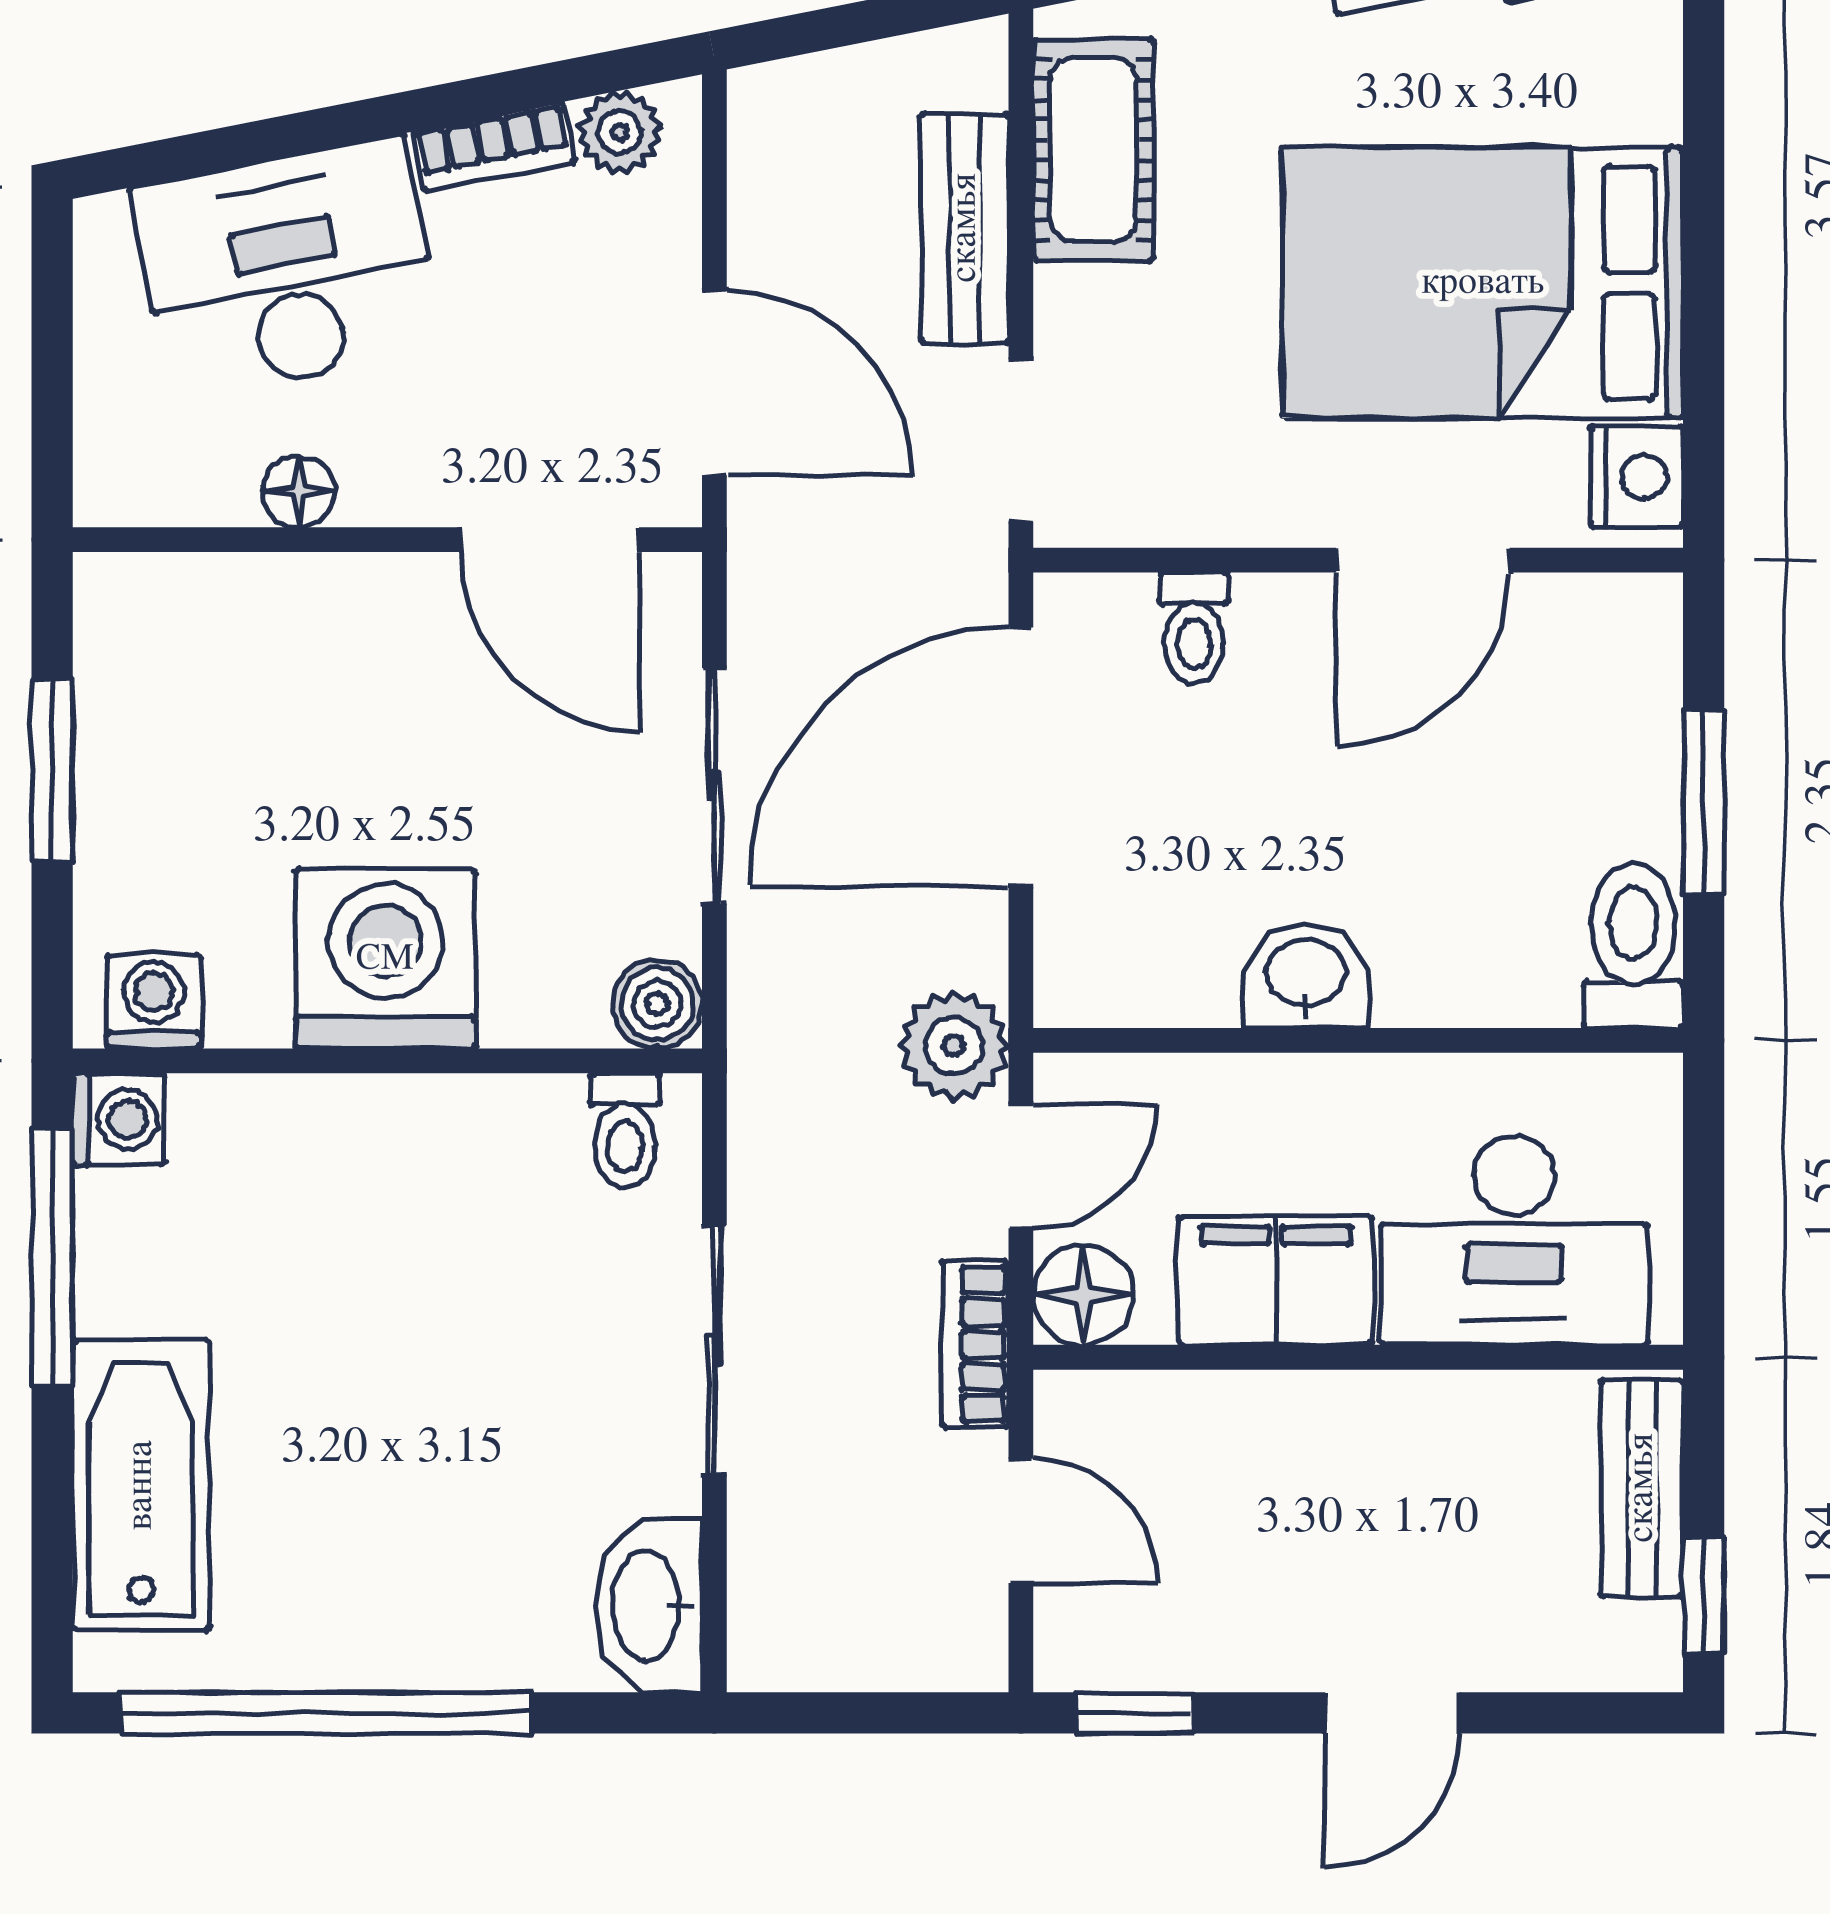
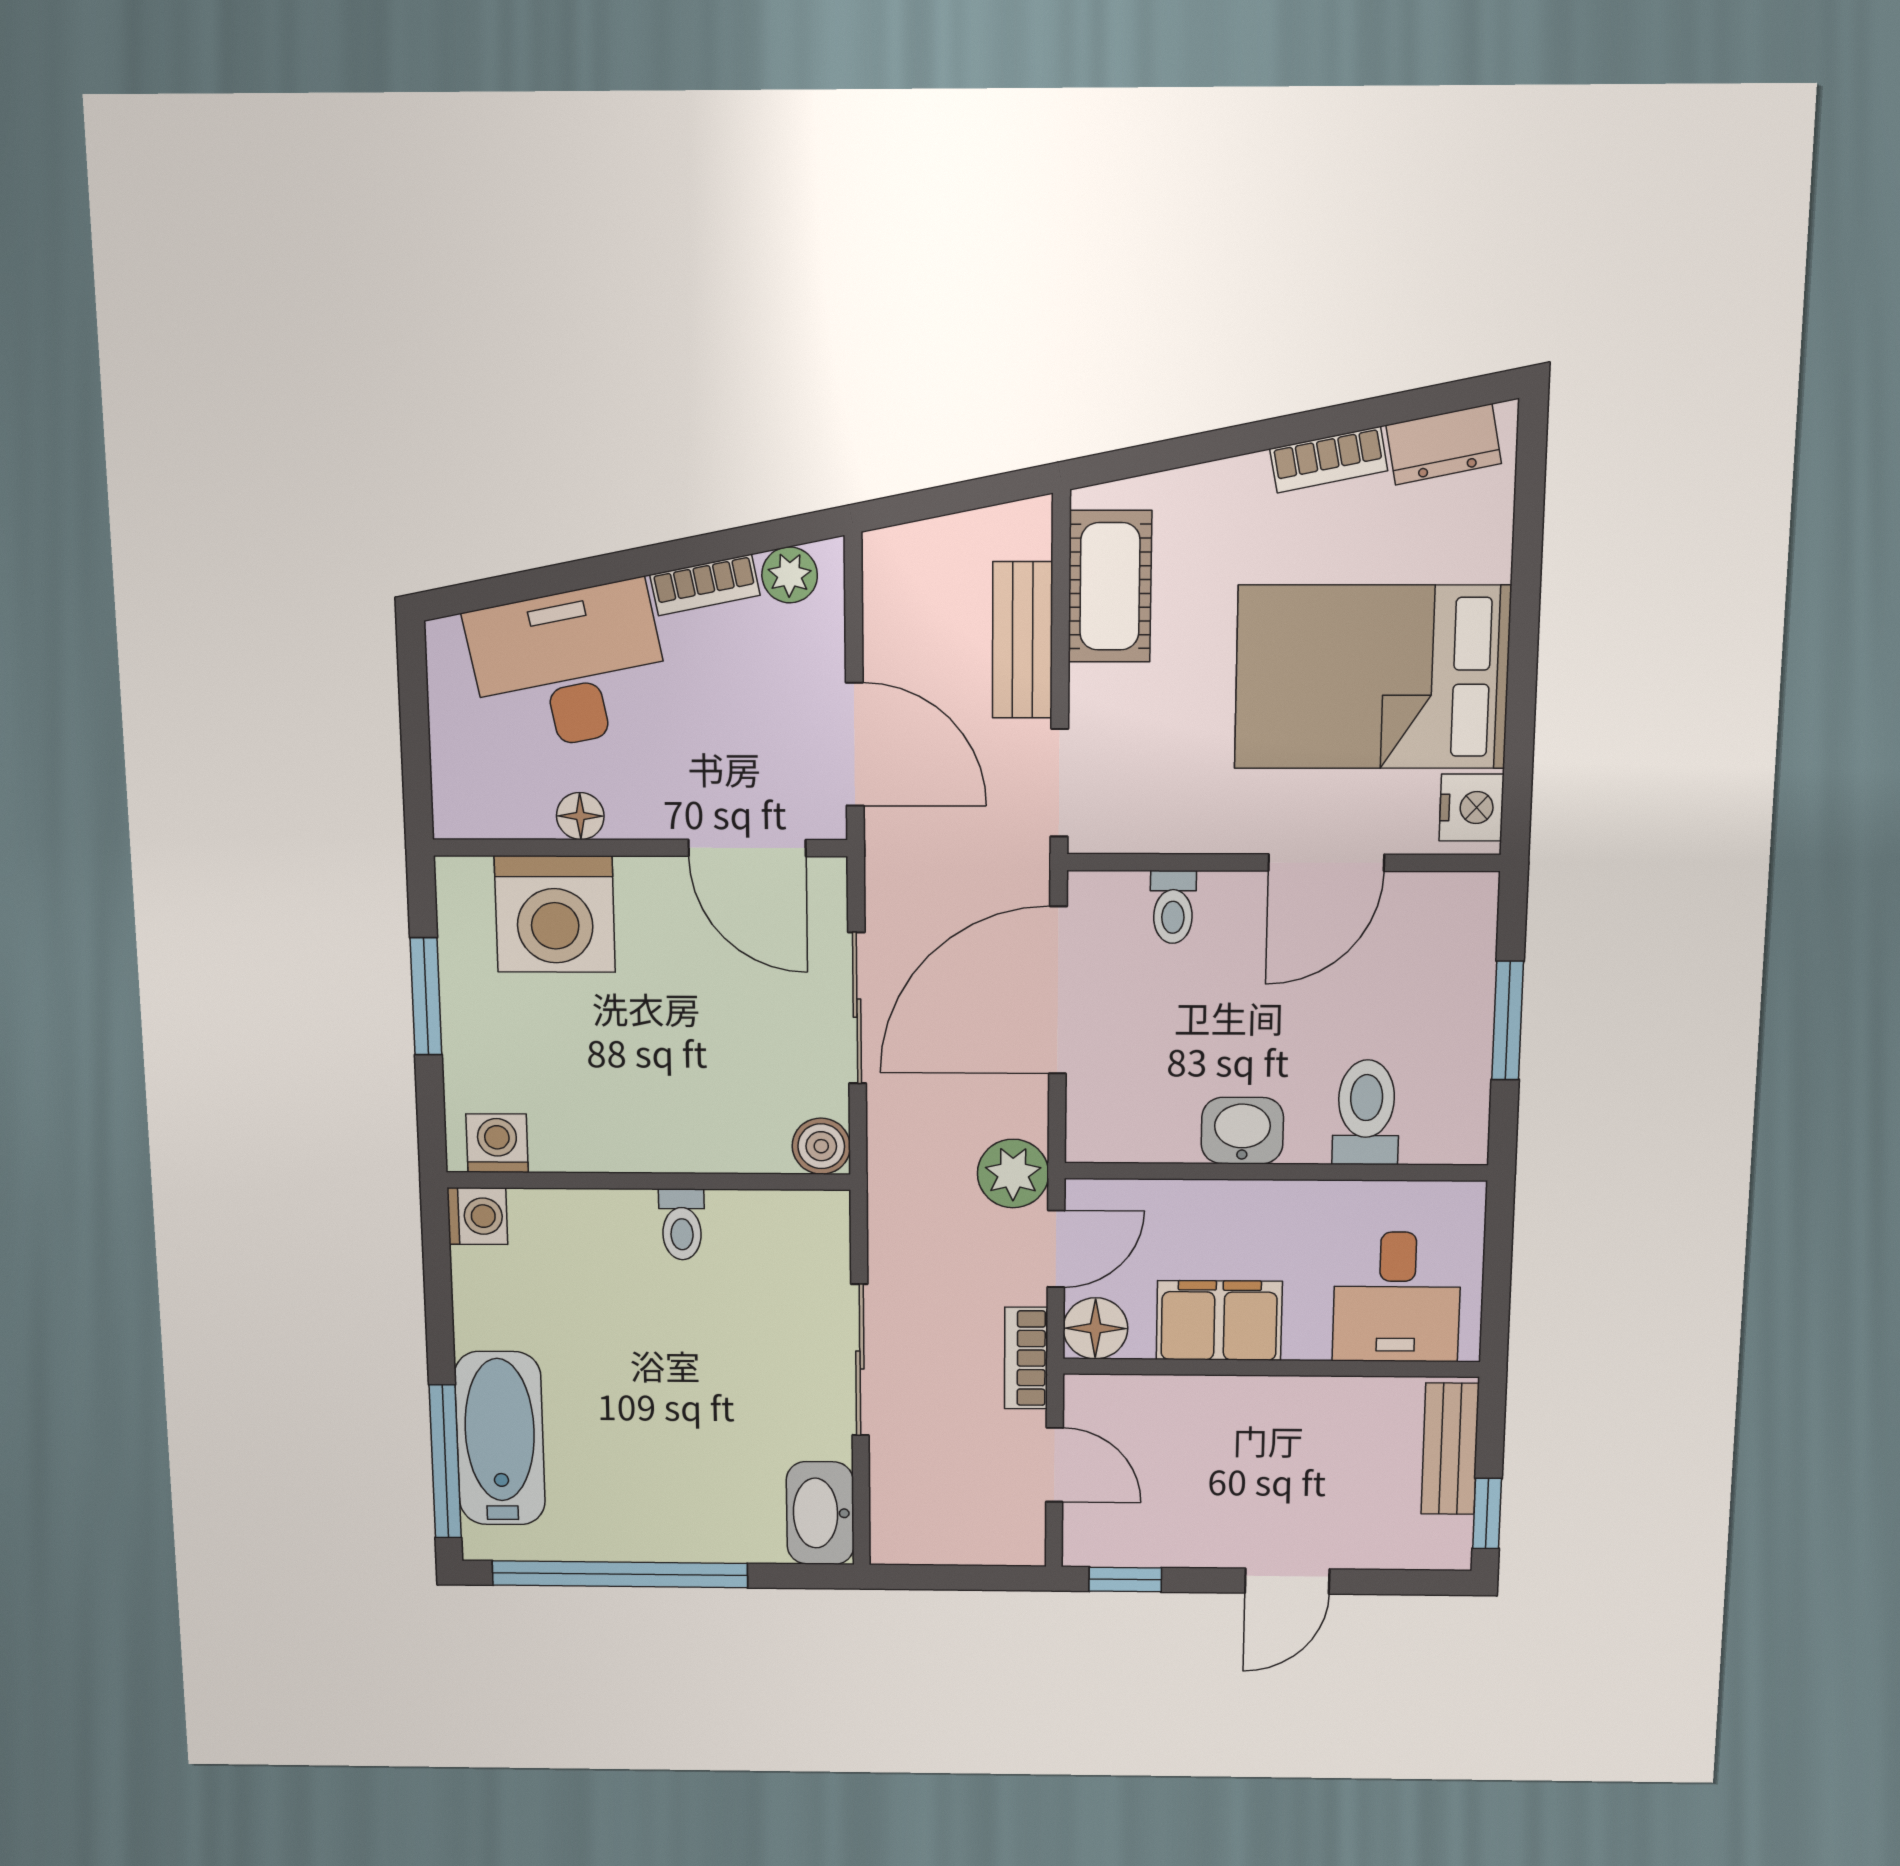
toilet: (1633, 946) -> (1366, 1112), moved
washing machine: (385, 959) -> (555, 914), moved, turned 180
toilet: (625, 1130) -> (682, 1224), moved
desk: (1514, 1240) -> (1397, 1297), width x0.73
window: (52, 1257) -> (445, 1462), moved

